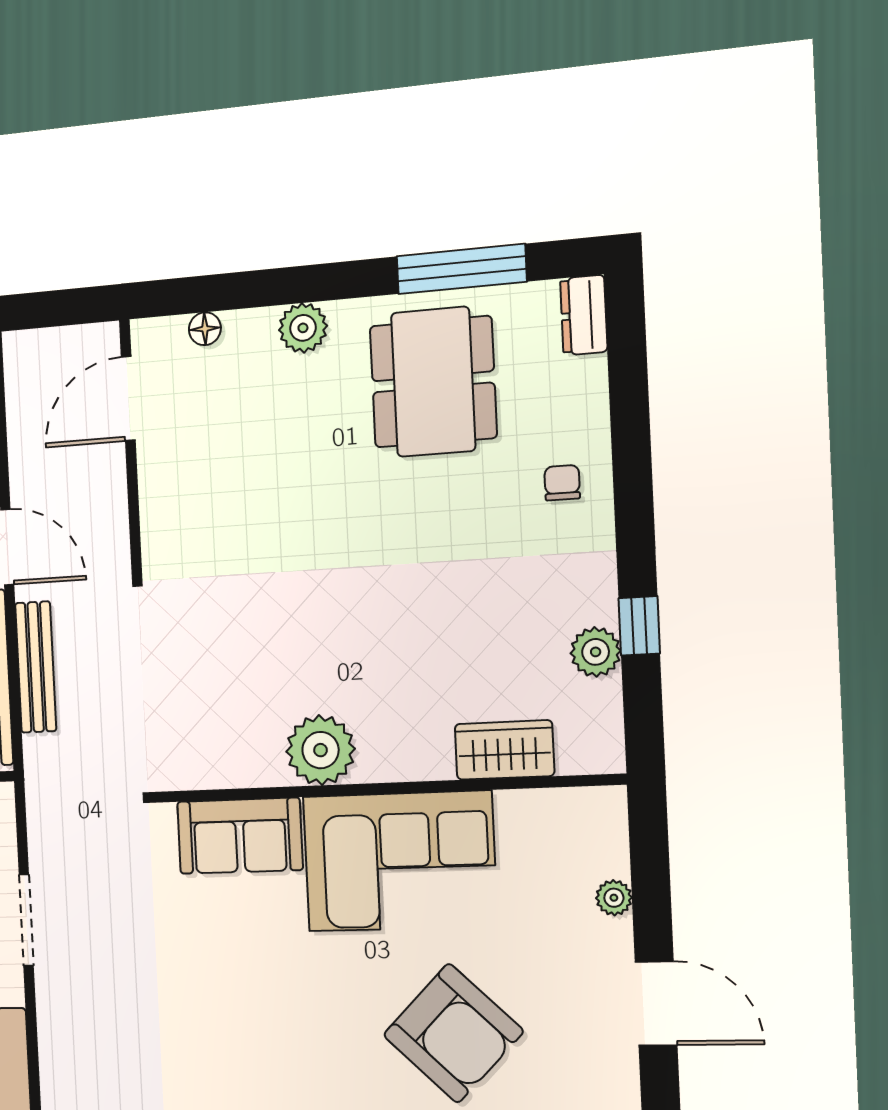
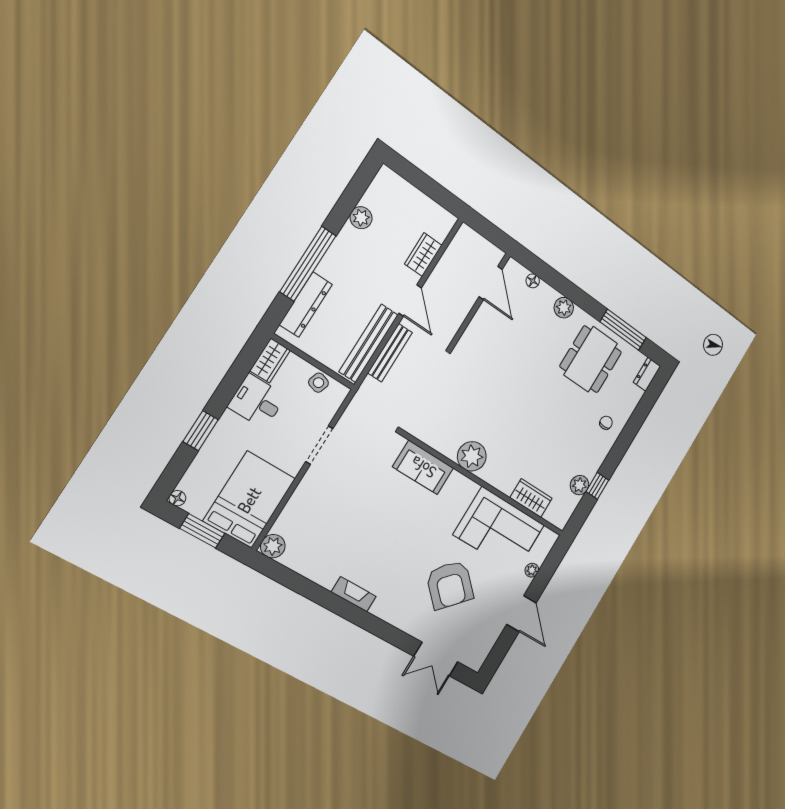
door: (128, 399) -> (491, 283), swing flipped
corner sofa: (400, 861) -> (499, 530), moved

